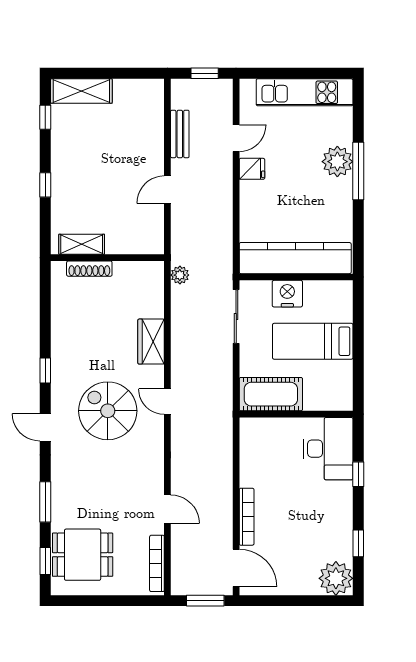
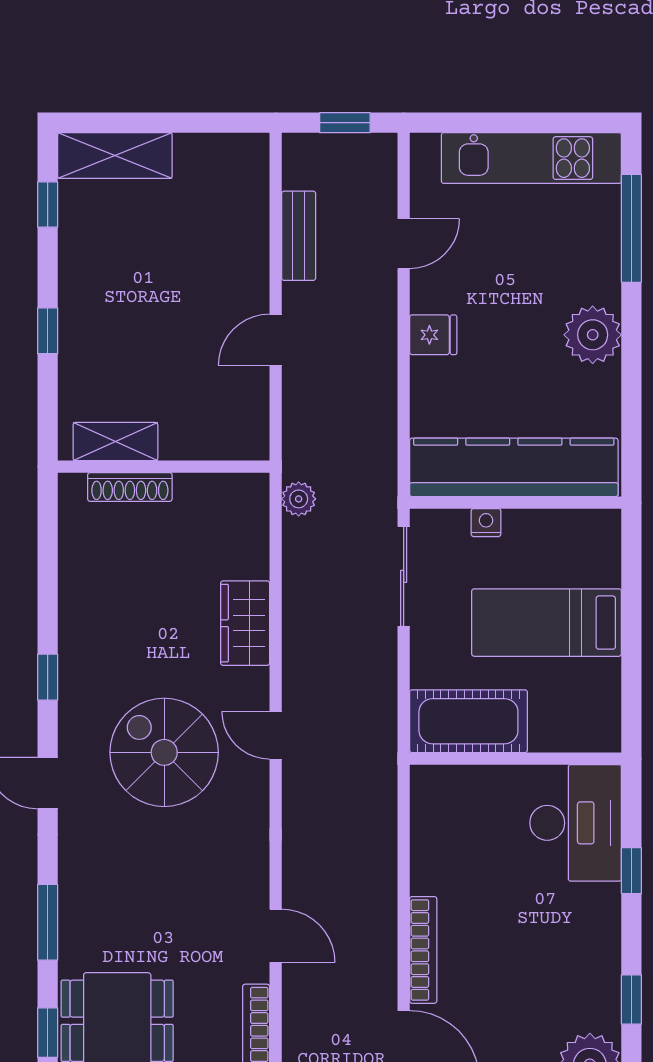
plant: (337, 162) -> (593, 335), moved
fridge: (252, 169) -> (433, 335), moved
window: (358, 171) -> (631, 228), moved
nightstand: (287, 294) -> (486, 523), width x0.53, depth x0.56

